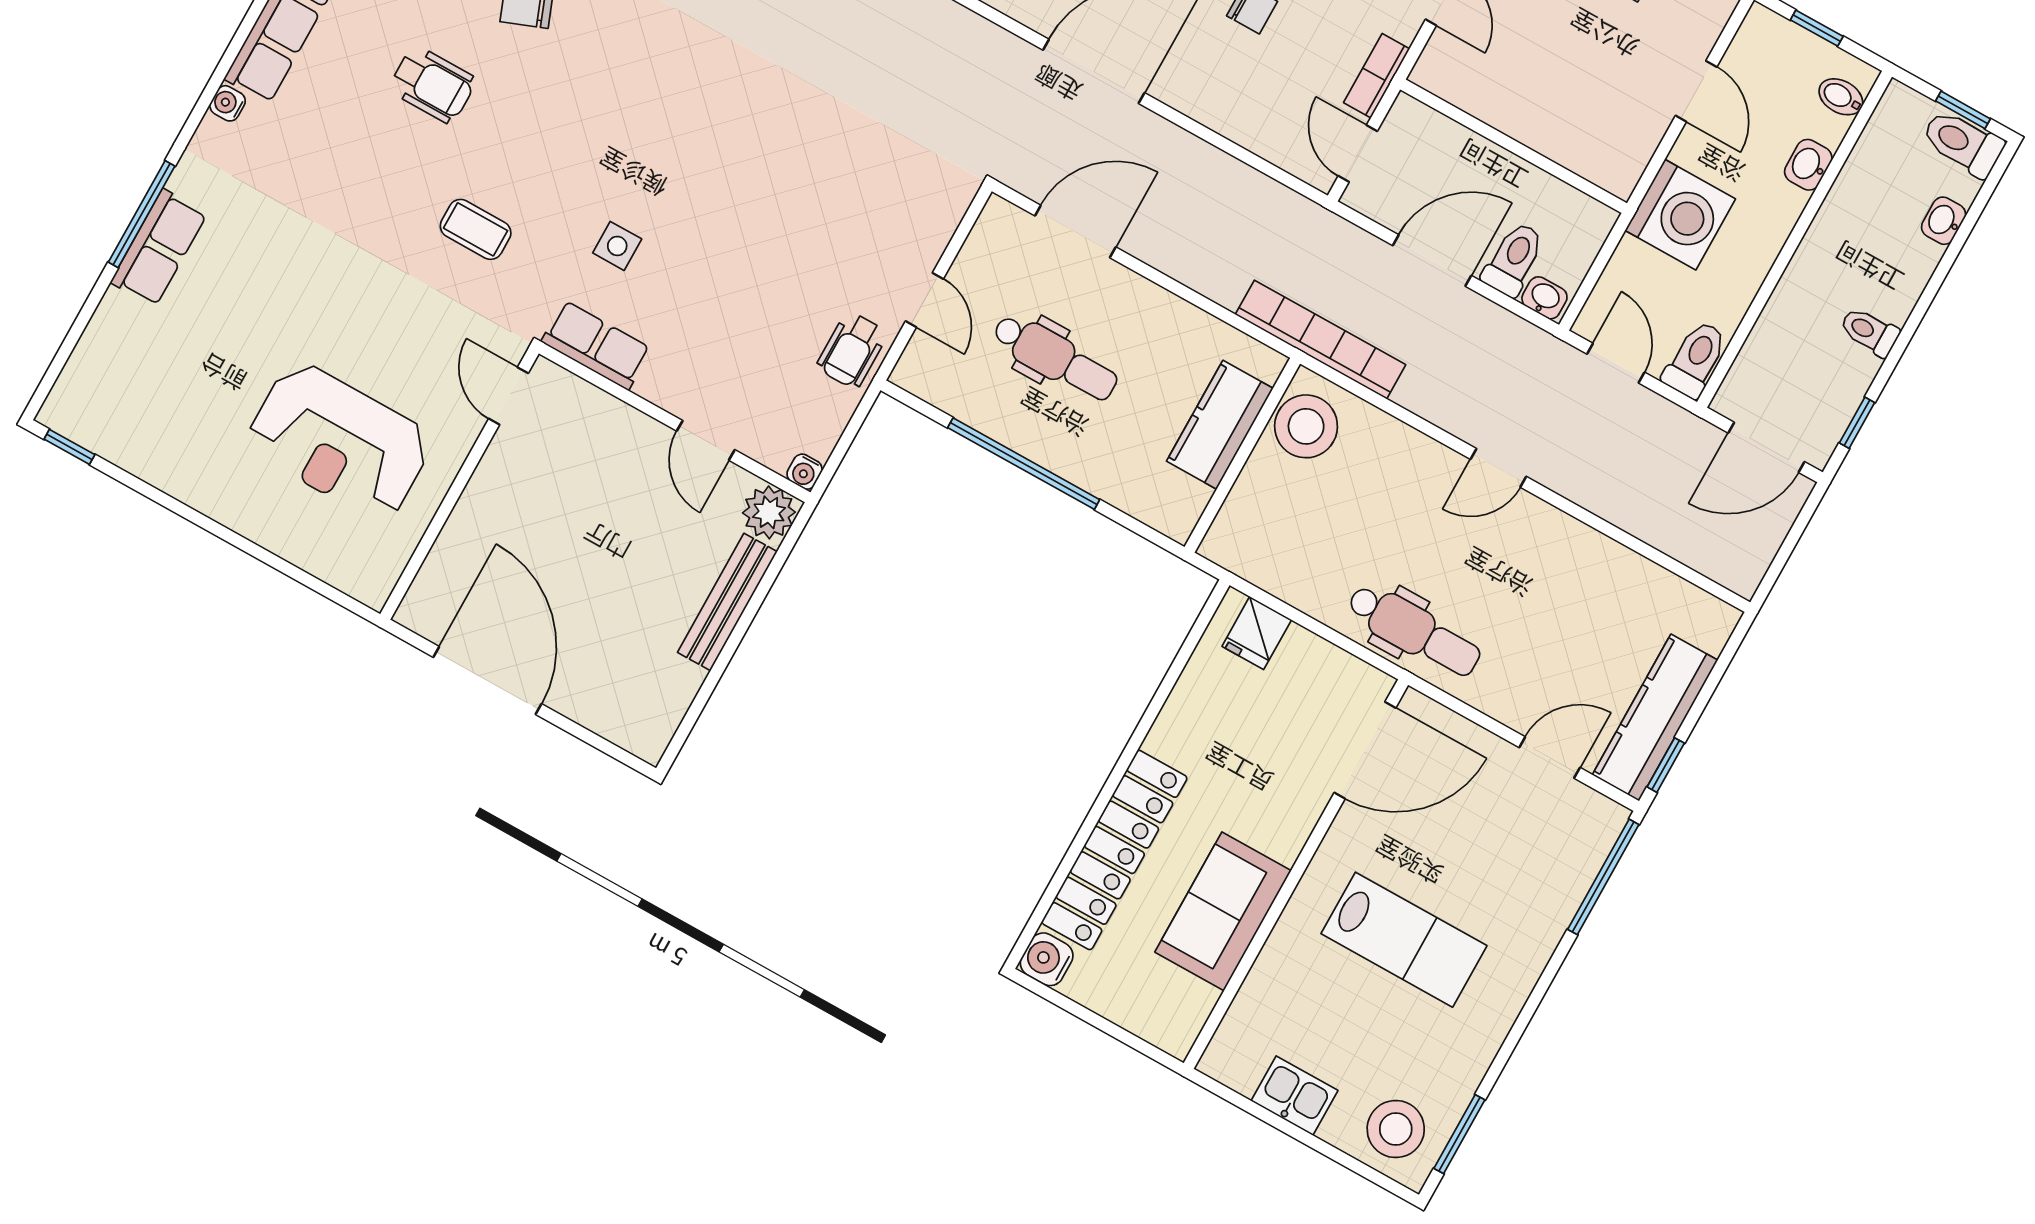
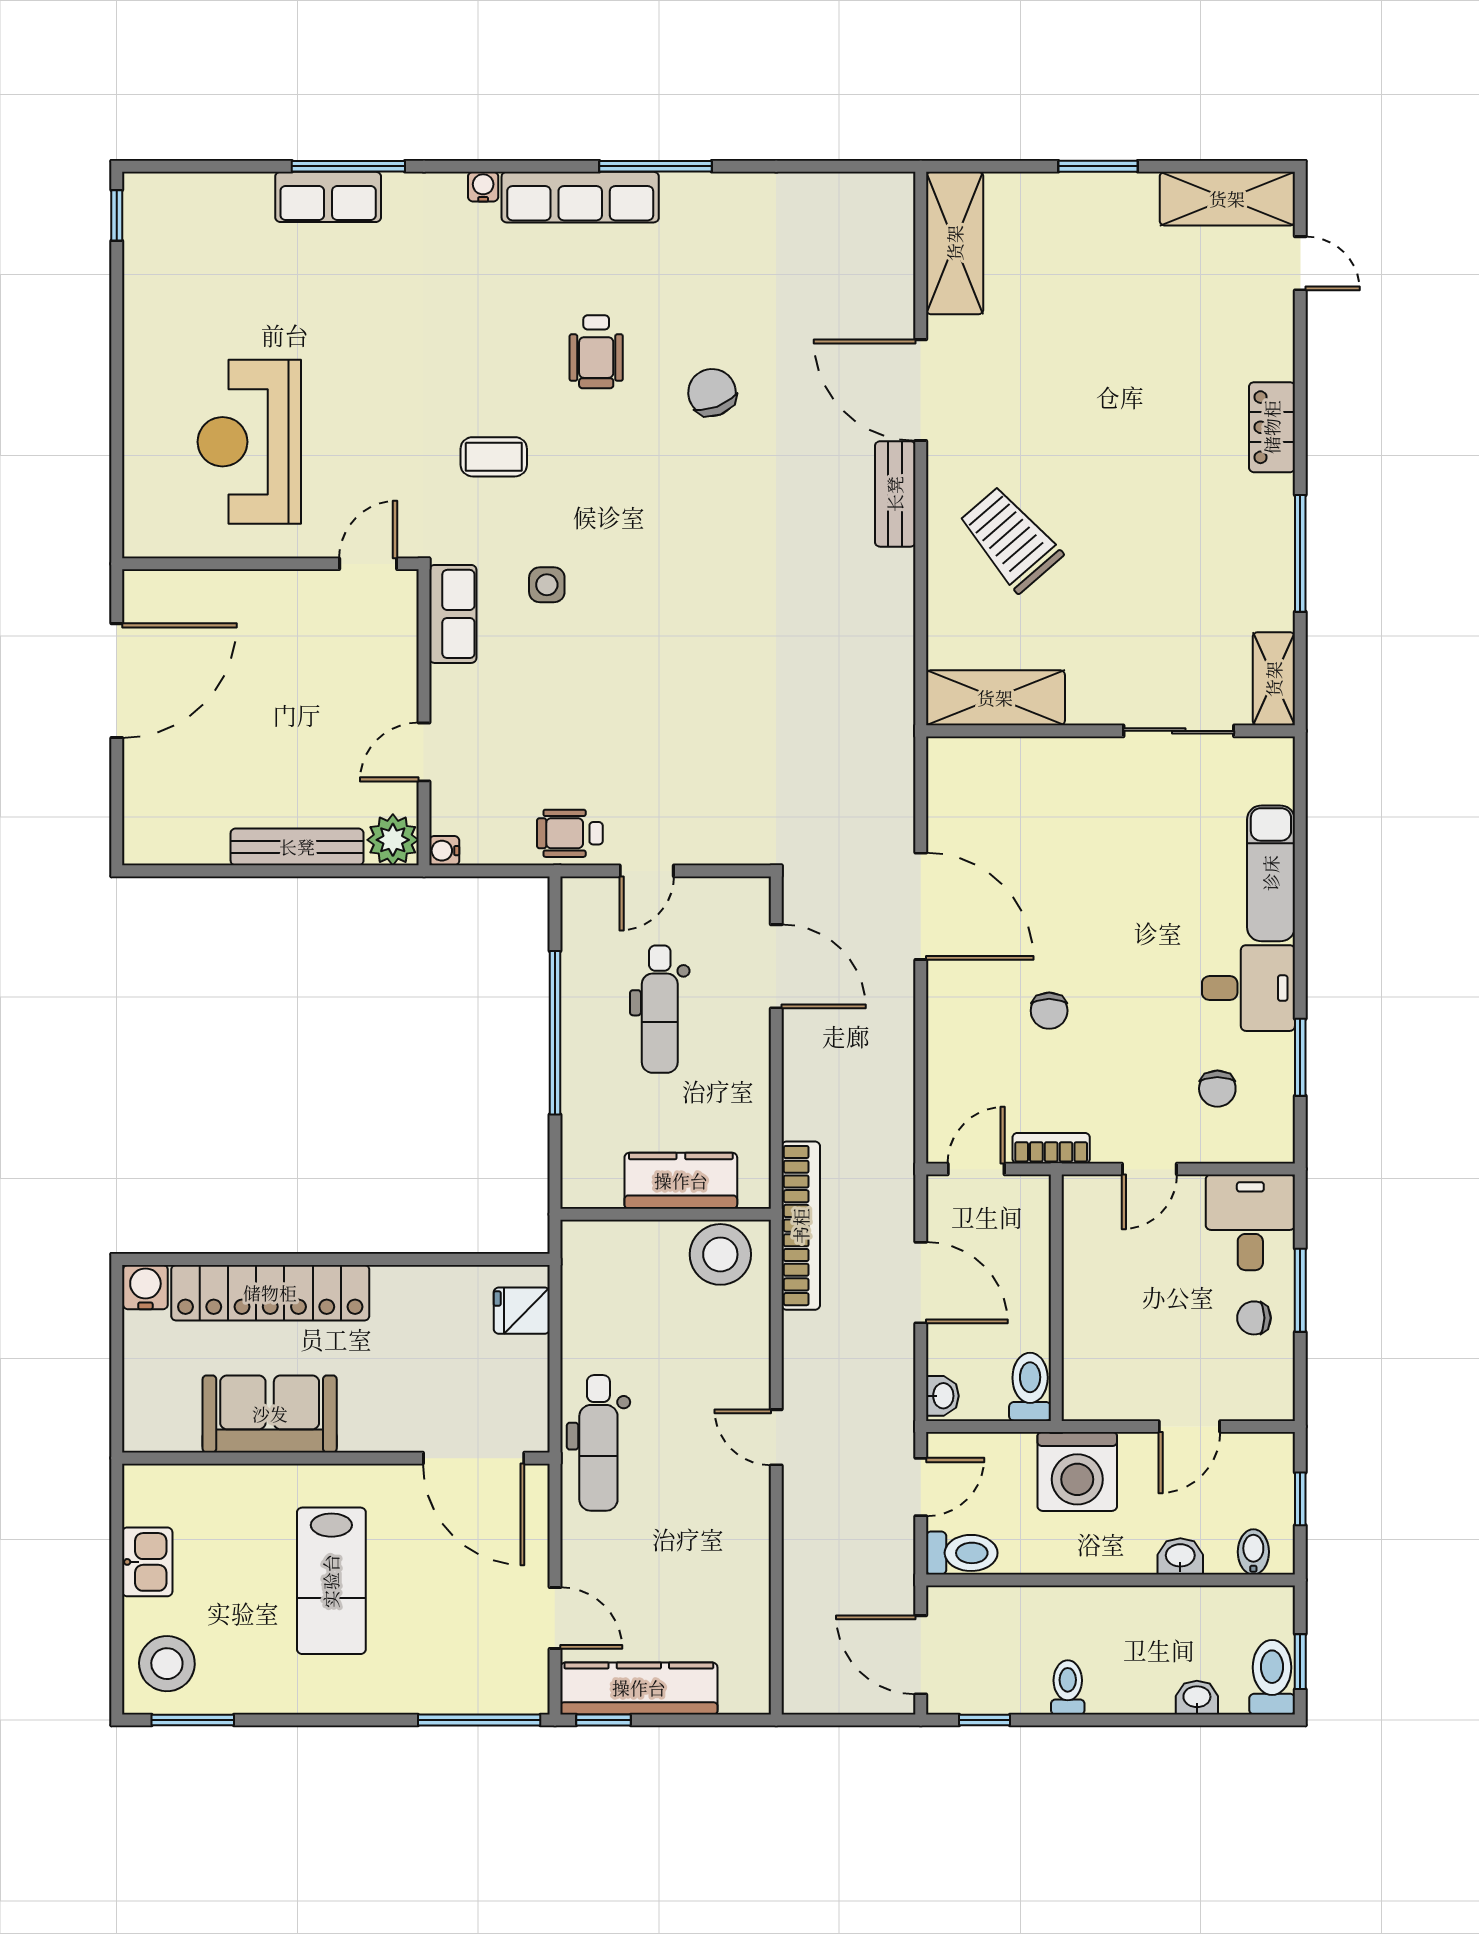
coffee table: (476, 229) -> (494, 457), turned 90
toilet: (1514, 259) -> (1030, 1387), moved, turned -90

